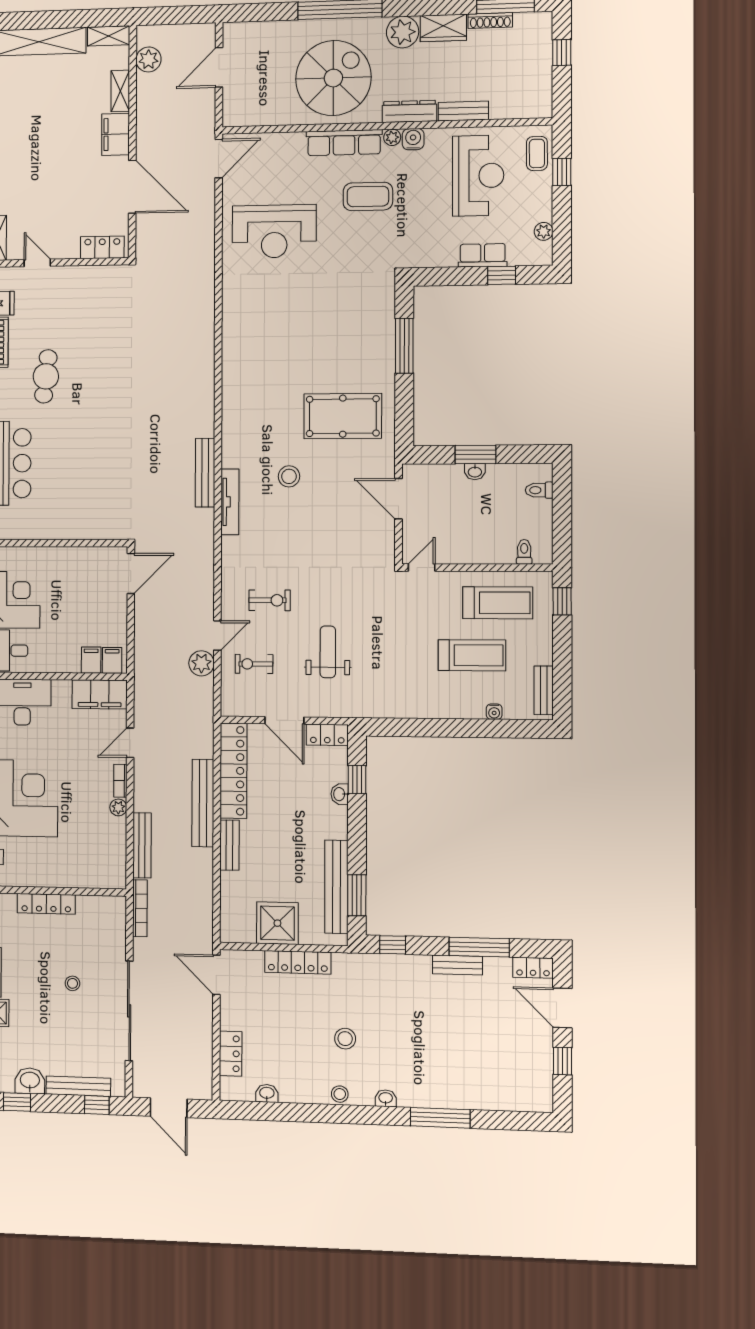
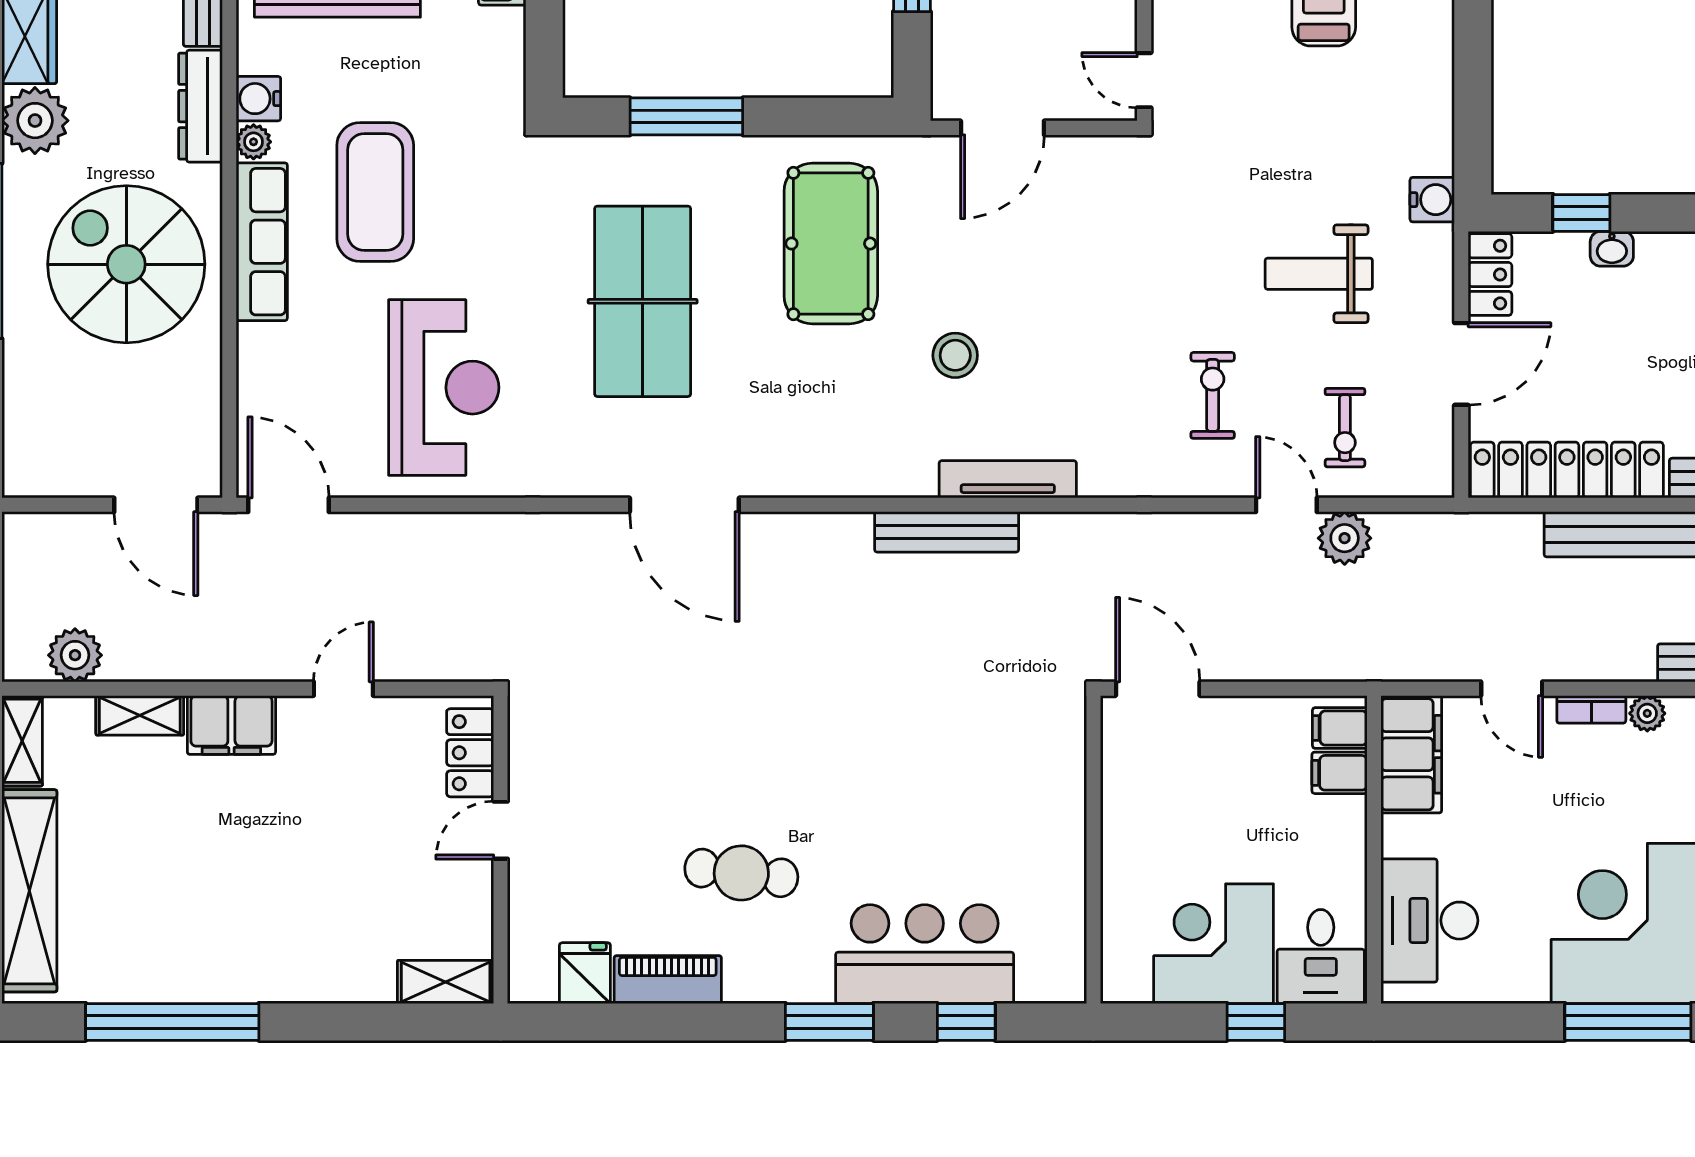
door: (219, 67) -> (156, 505), moved
door: (132, 187) -> (343, 689), width x0.53
coffee table: (368, 196) -> (375, 192), width x1.36, depth x1.32
door: (37, 263) -> (501, 830), moved
table tennis table: (315, 326) -> (643, 301), added
door: (218, 347) -> (684, 505), added
water cooler: (364, 707) -> (1432, 200), added

